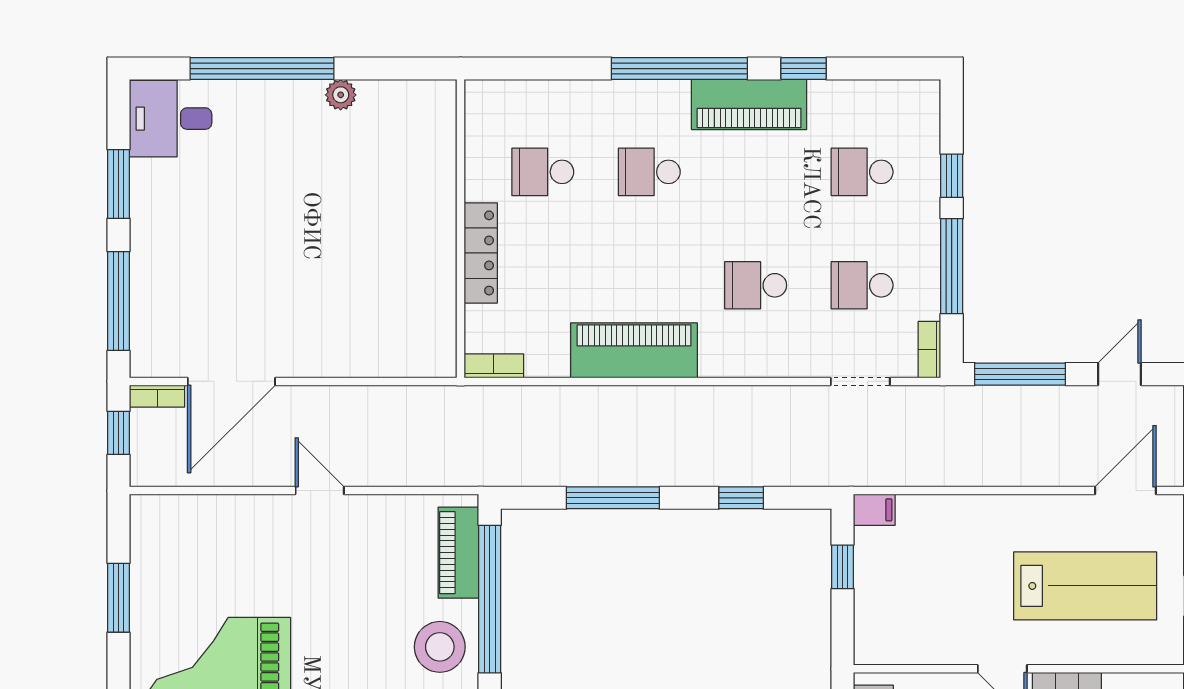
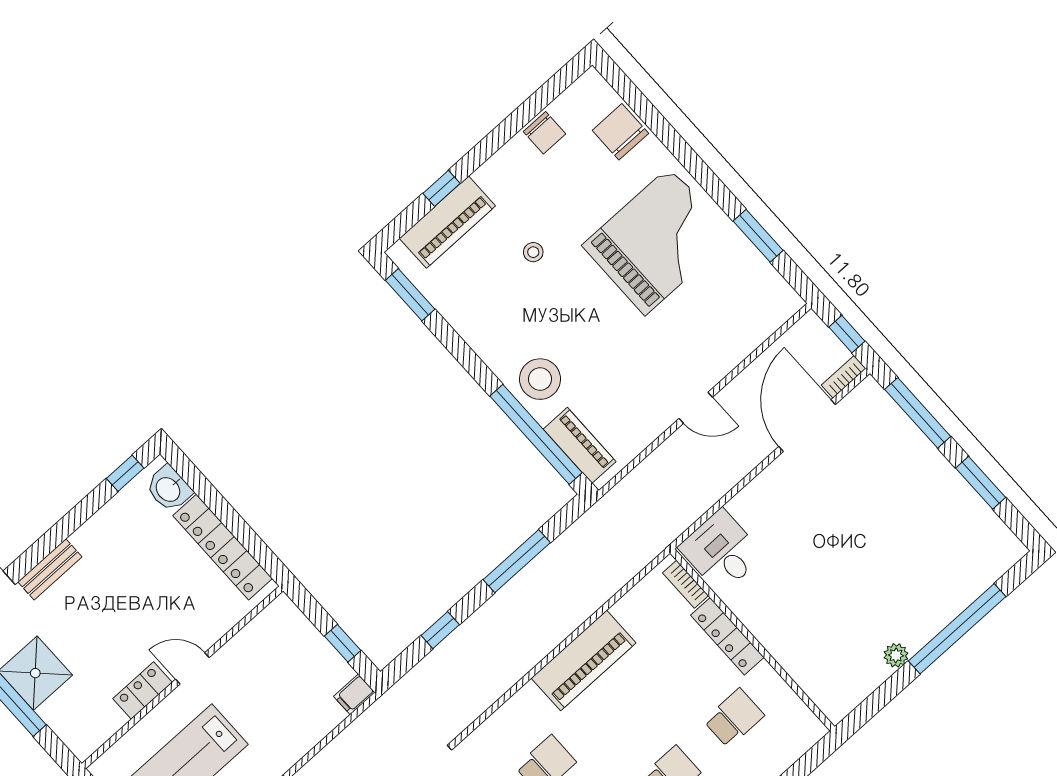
desk: (171, 119) -> (721, 551), moved, turned -90
bookcase: (494, 366) -> (686, 584), moved, turned 90

